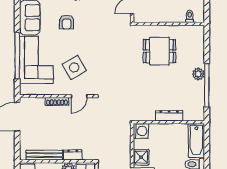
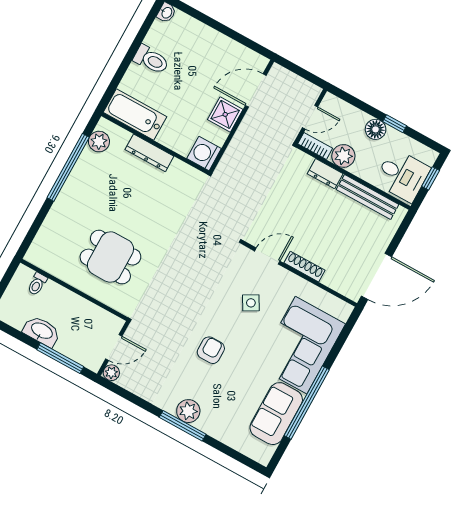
armchair: (67, 22) -> (211, 350), moved
window: (17, 56) -> (307, 403), moved
side table: (74, 67) -> (251, 303), width x0.54, depth x0.54
plant: (198, 74) -> (99, 142), moved
bathtub: (196, 140) -> (135, 114), moved, turned -90

